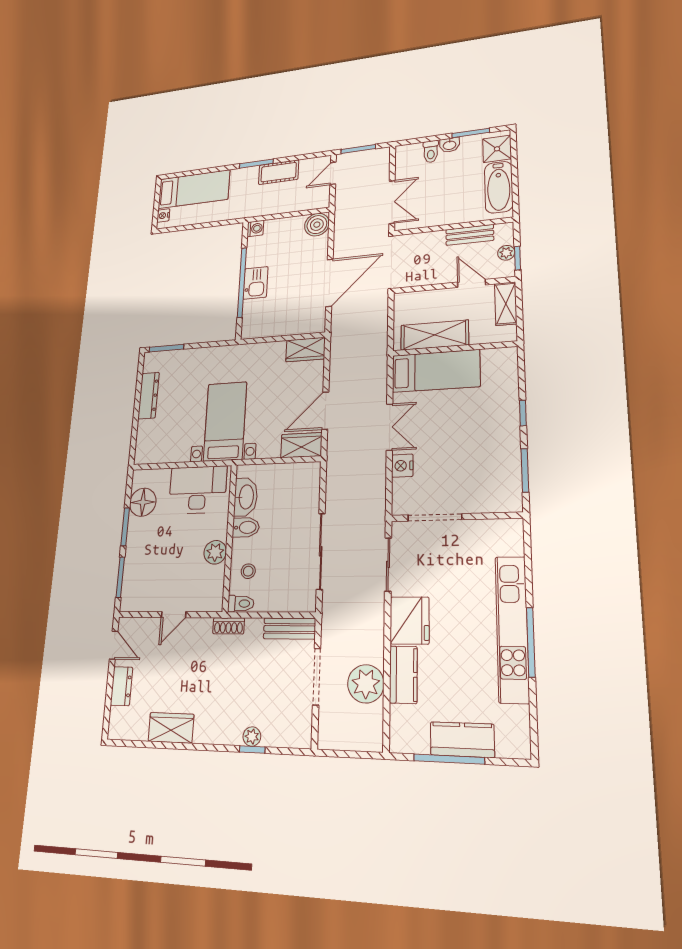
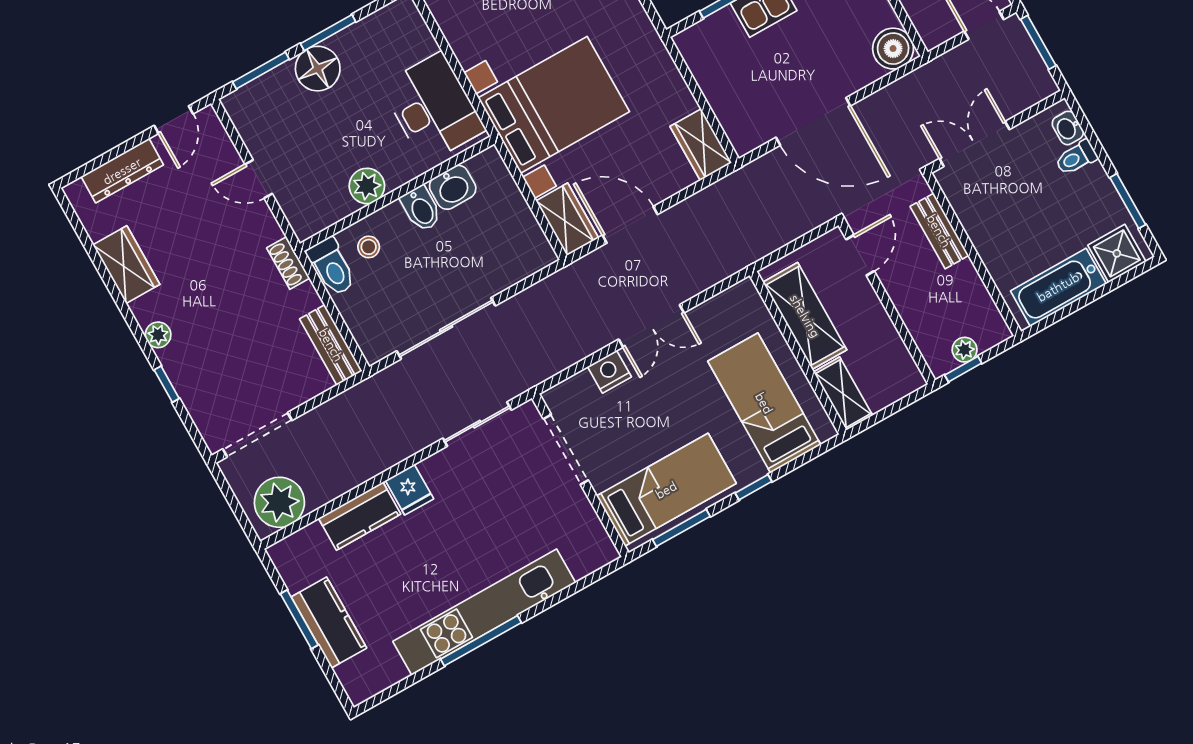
washbasin: (450, 145) -> (1068, 128), moved
double door: (392, 202) -> (974, 144), swing flipped
bench: (470, 235) -> (939, 231), moved
door: (471, 283) -> (860, 255), moved
shelving: (506, 304) -> (843, 394), moved, turned 90
bed: (436, 371) -> (764, 403), moved, turned 180
bed with nightstands: (225, 421) -> (554, 105), width x1.36
bed: (495, 468) -> (666, 490), added
washbasin: (246, 497) -> (453, 187), width x0.72
floor lamp: (143, 502) -> (318, 69), moved
toilet: (241, 604) -> (332, 267), width x1.37, depth x1.39
fridge: (410, 620) -> (409, 490), width x0.53, depth x0.75
doorway: (317, 677) -> (257, 435), moved
plant: (366, 684) -> (279, 502), moved
dresser: (122, 686) -> (122, 171), width x1.44
plant: (252, 737) -> (158, 335), moved
window: (449, 759) -> (299, 619), width x0.69

